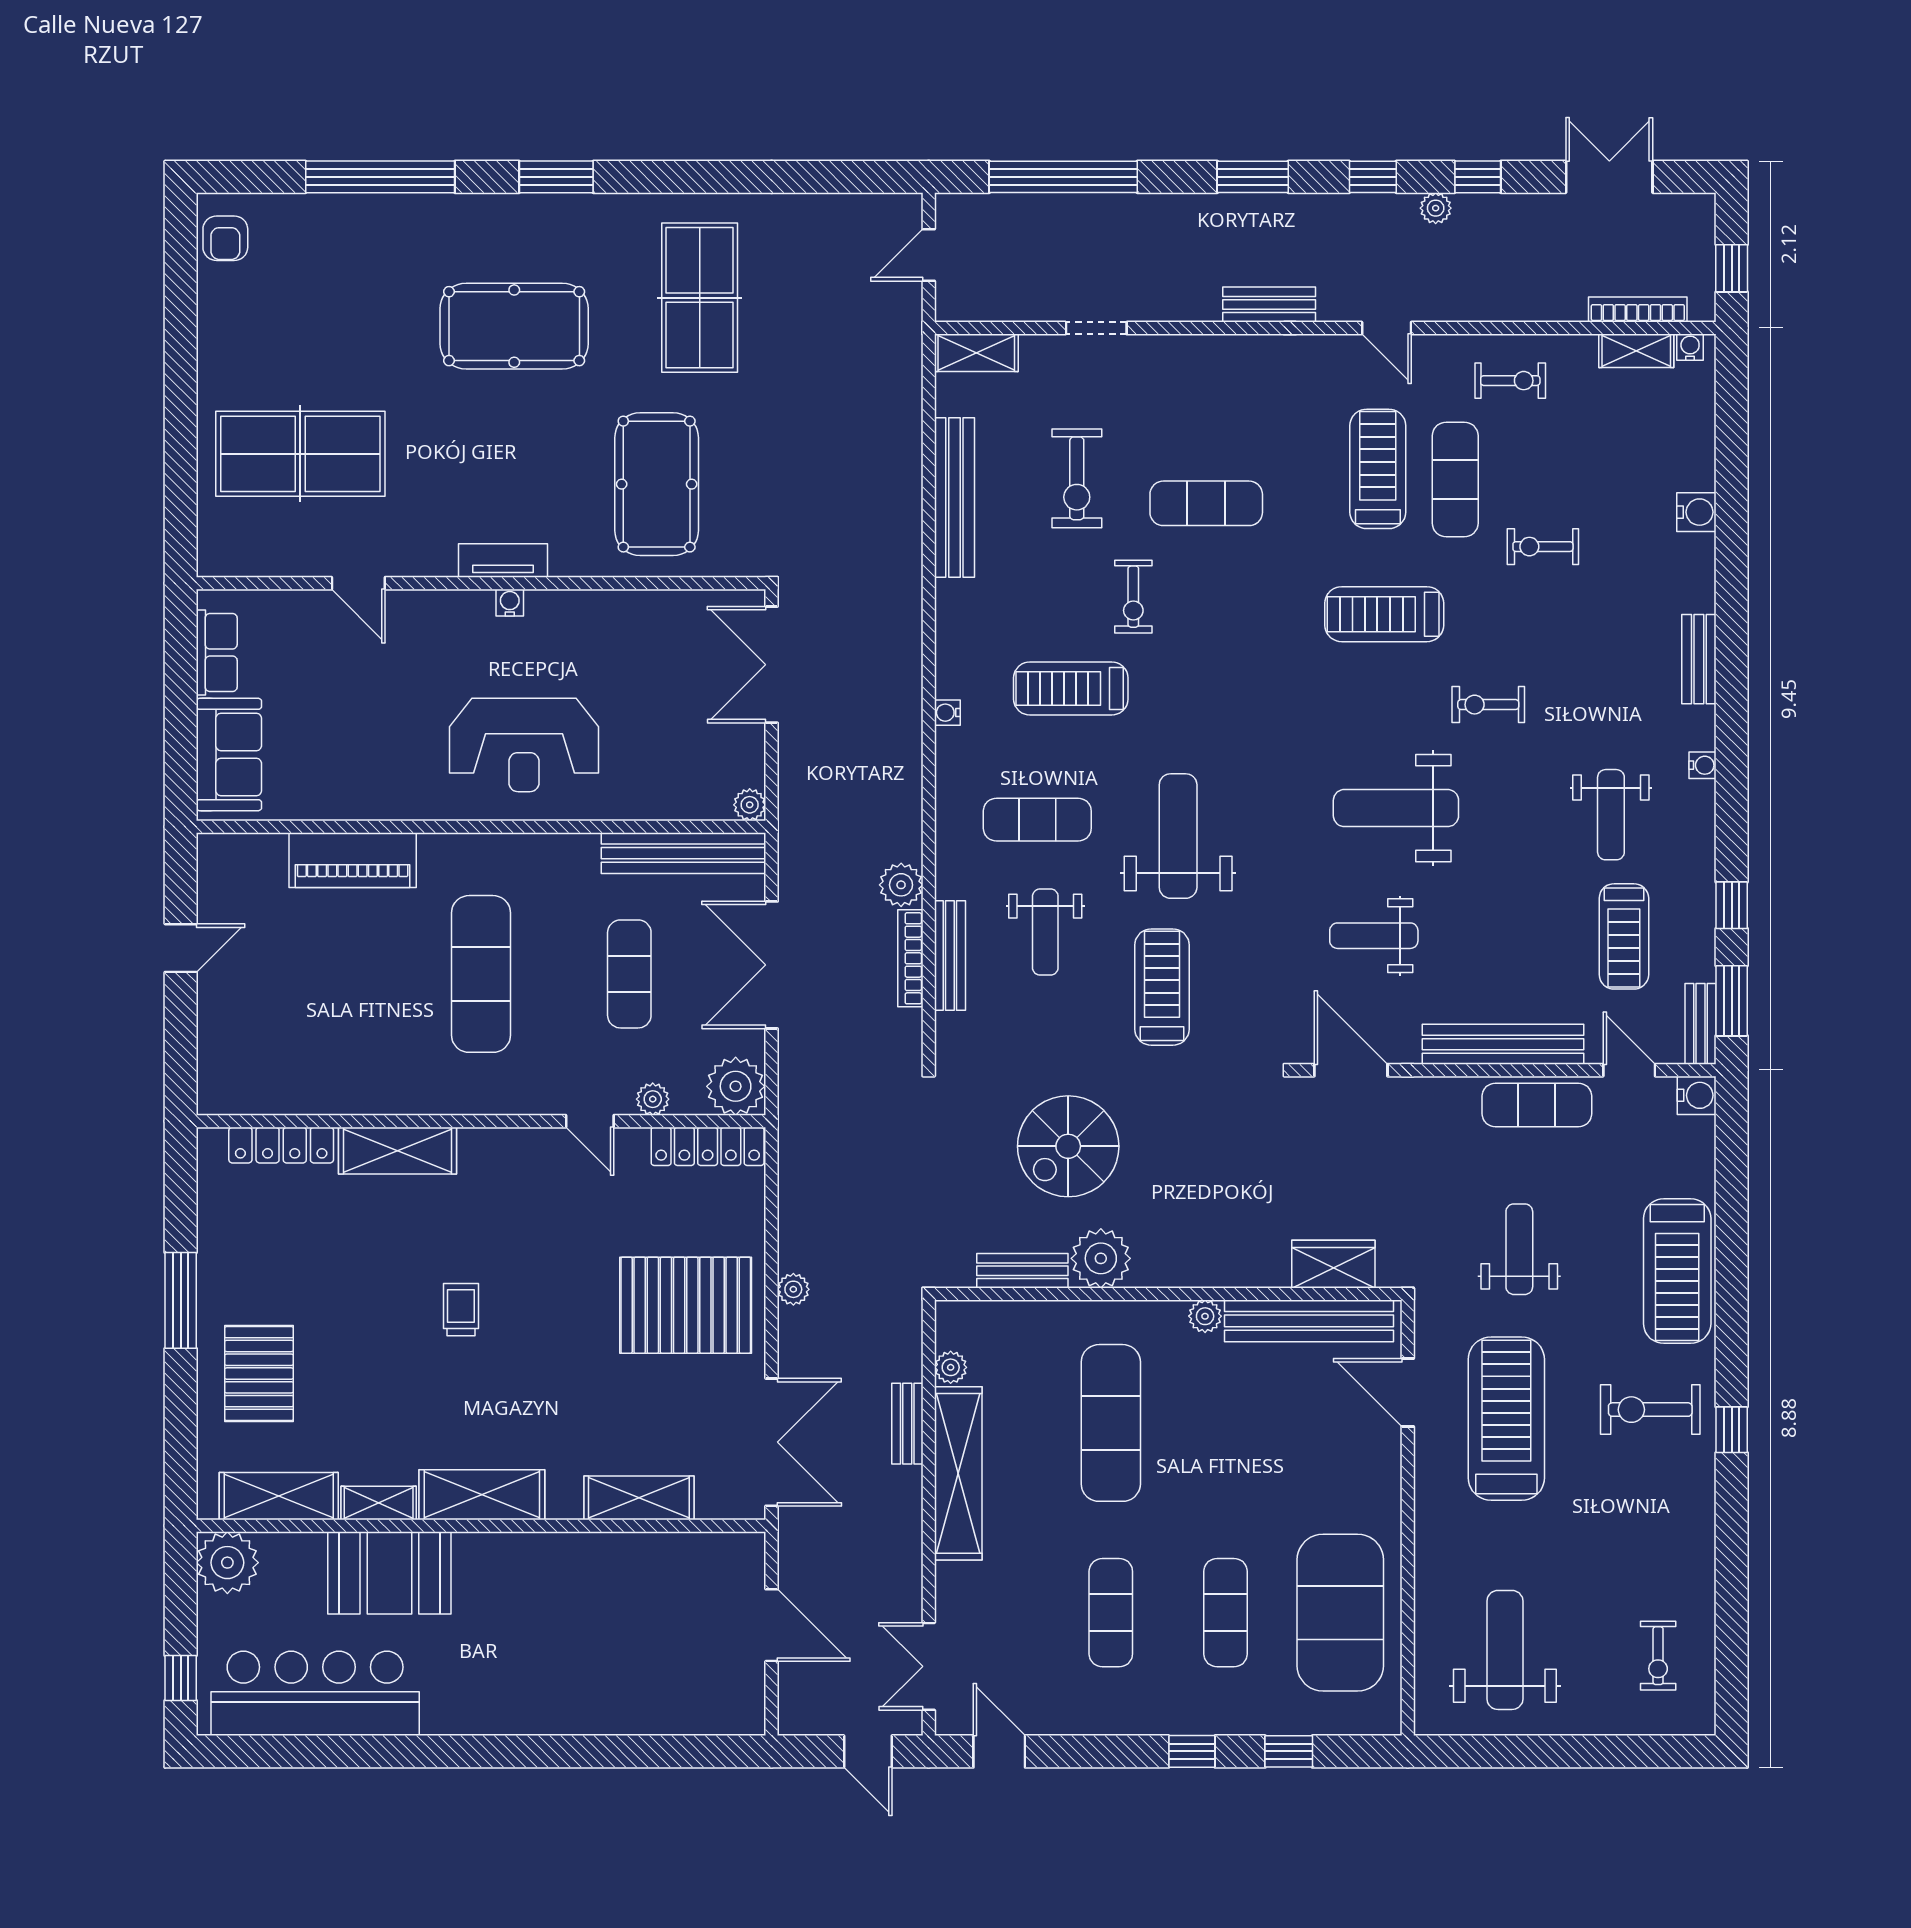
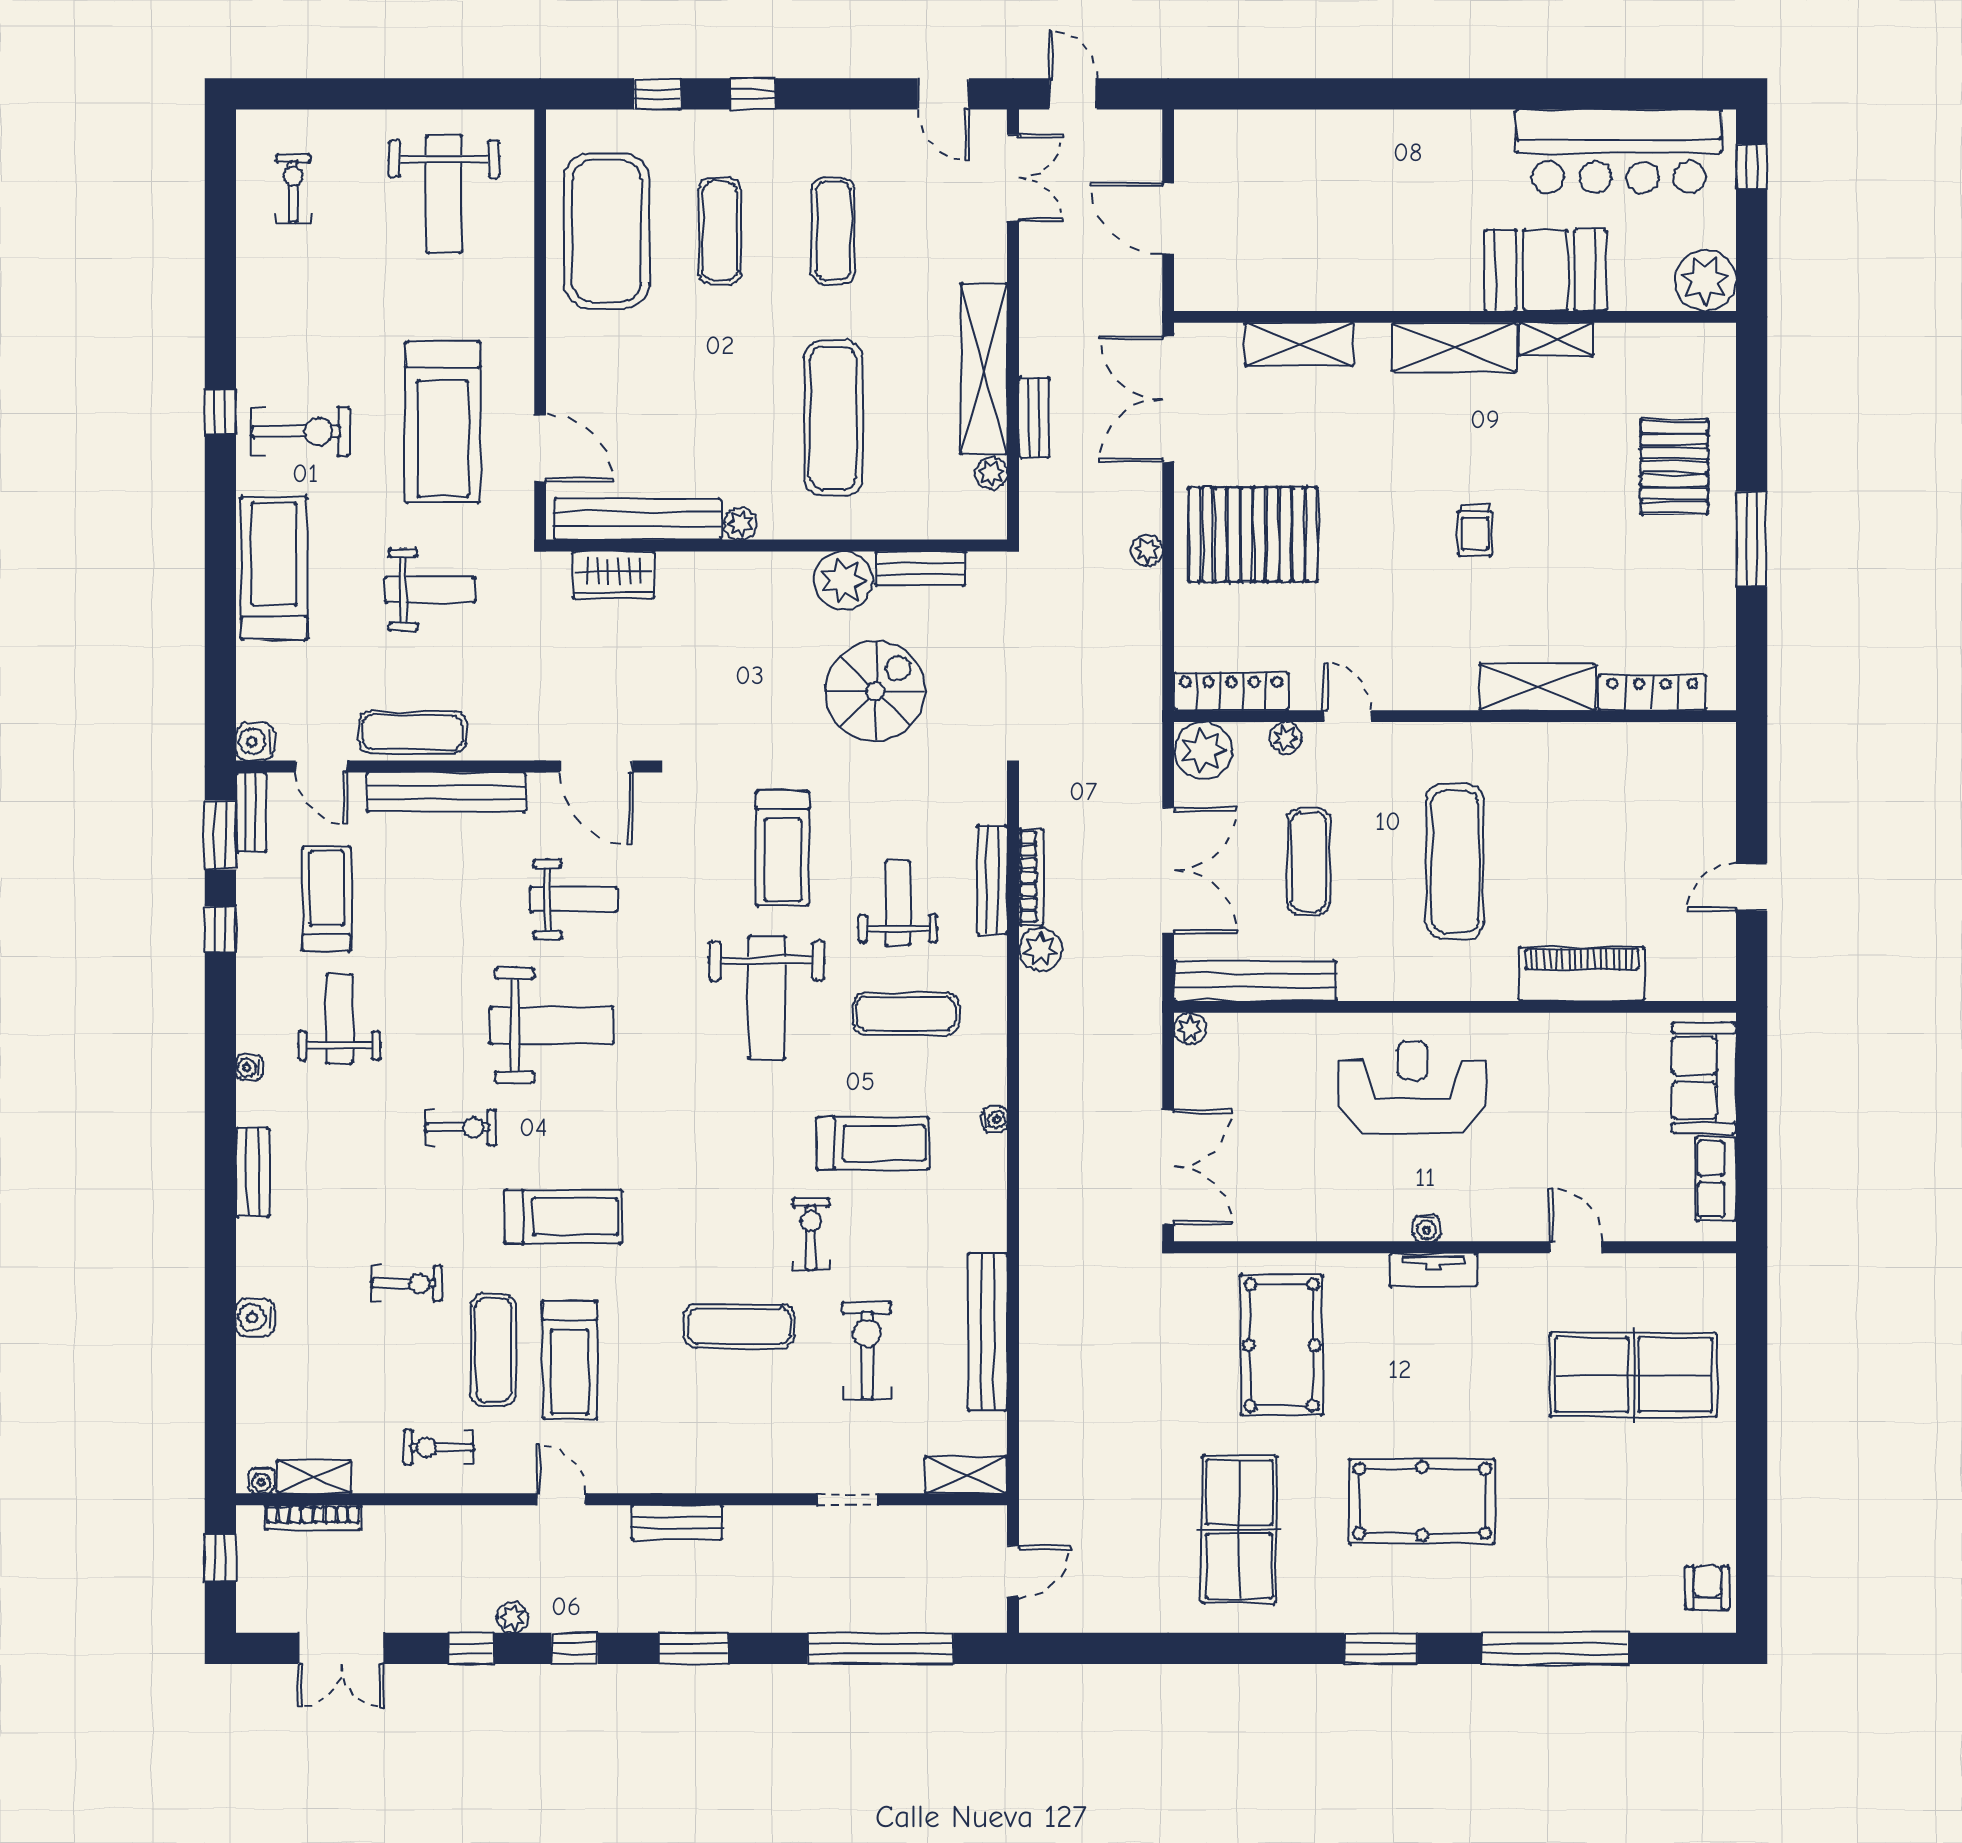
weight bench: (1519, 1249) -> (430, 590), turned -90
shelving: (279, 1496) -> (1655, 346), removed

